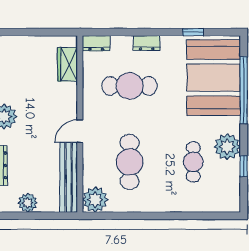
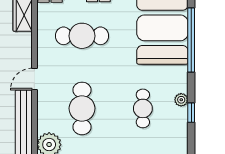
plant: (227, 147) -> (181, 100), width x0.53, depth x0.53

